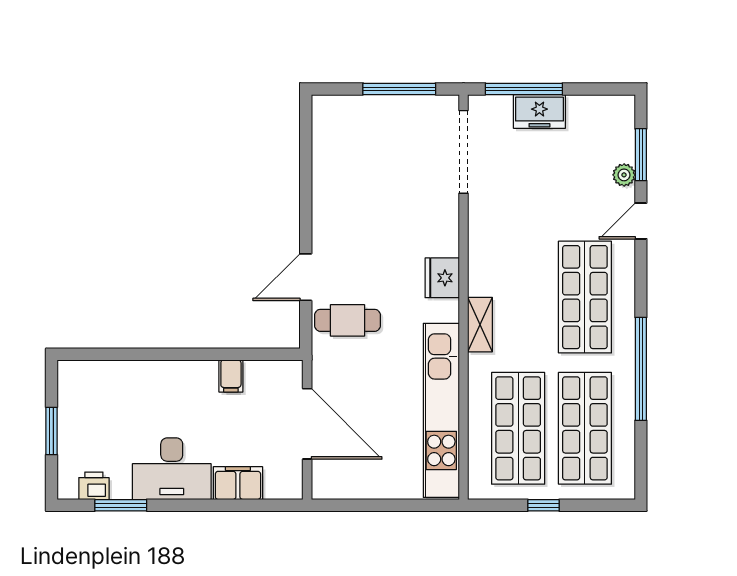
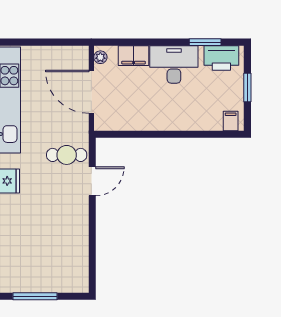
filing cabinet: (231, 376) -> (231, 121), moved
plant: (292, 480) -> (100, 57), added
printer: (94, 486) -> (221, 58), width x1.87, depth x1.48

